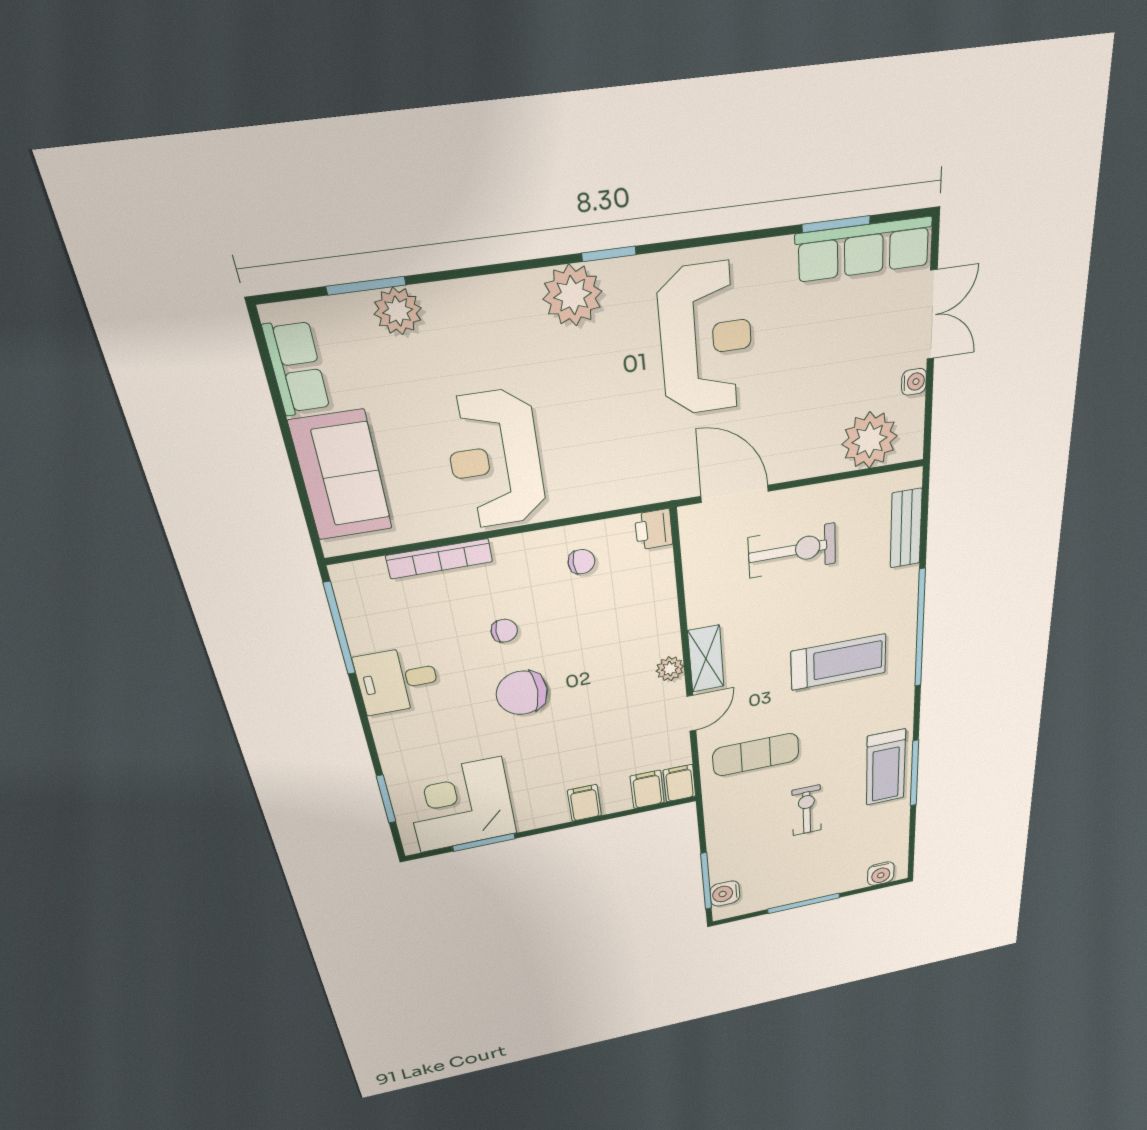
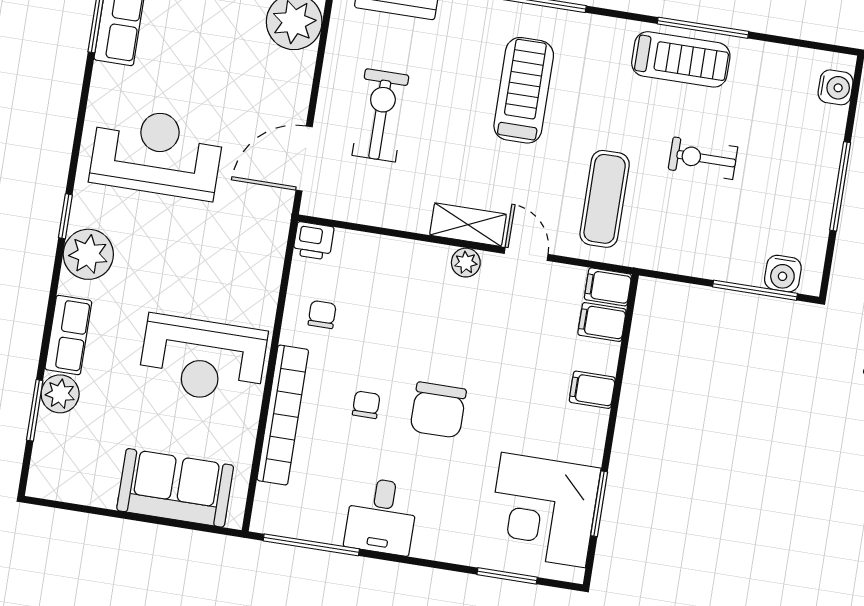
row of seats: (296, 368) -> (68, 335), moved, turned 90
bookcase: (439, 559) -> (283, 415), width x1.48, depth x1.31

